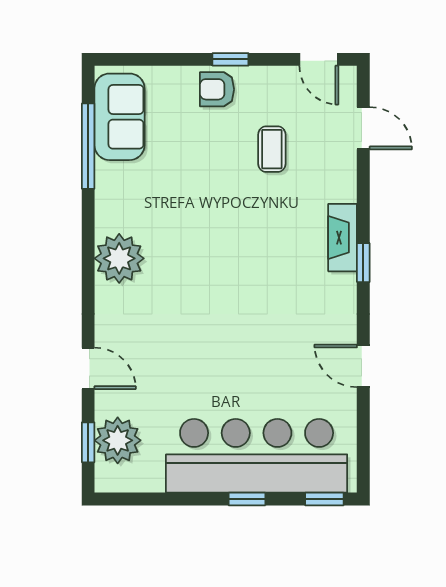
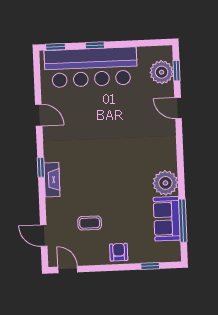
window: (230, 59) -> (150, 266), moved
armchair: (217, 89) -> (119, 252), turned -90
sofa: (119, 117) -> (167, 219), moved
coffee table: (272, 149) -> (90, 223), turned 90
plant: (119, 258) -> (165, 183), moved

